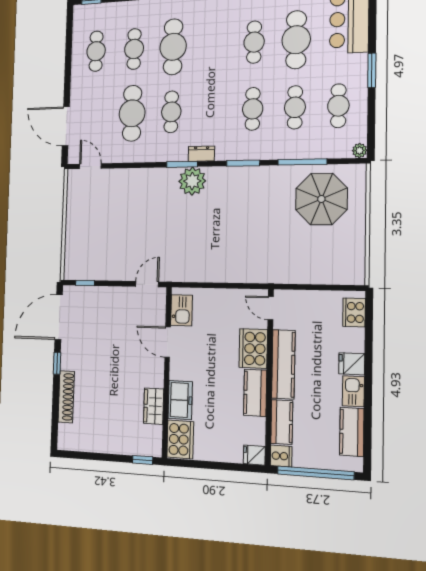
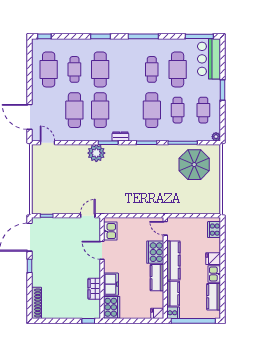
cafe table: (96, 51) -> (49, 69), width x1.37, depth x1.35
cafe table: (253, 109) -> (152, 110), width x1.37, depth x1.35
cafe table: (171, 112) -> (100, 110), width x1.37, depth x1.35
plant: (192, 181) -> (96, 153), moved
shoe rack: (66, 397) -> (37, 303), moved

